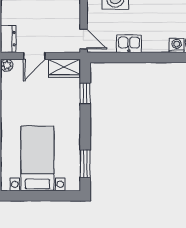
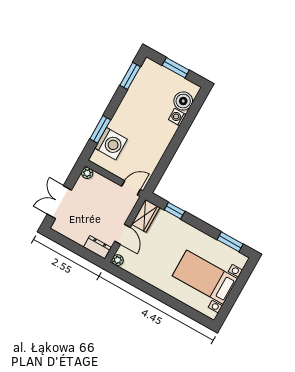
kitchen sink: (129, 44) -> (155, 154), removed

